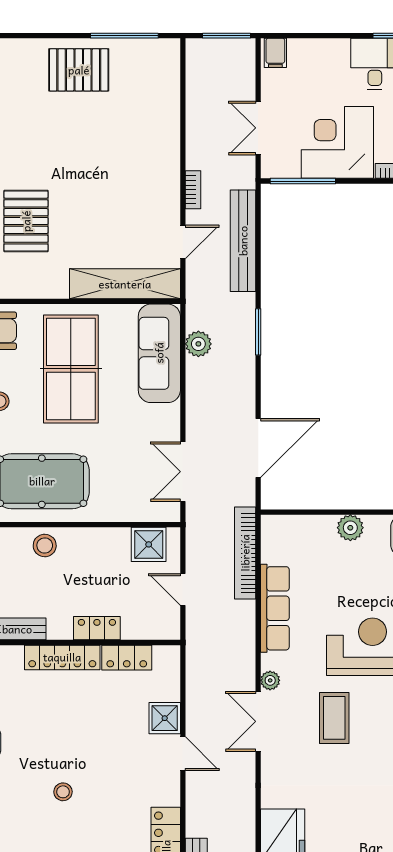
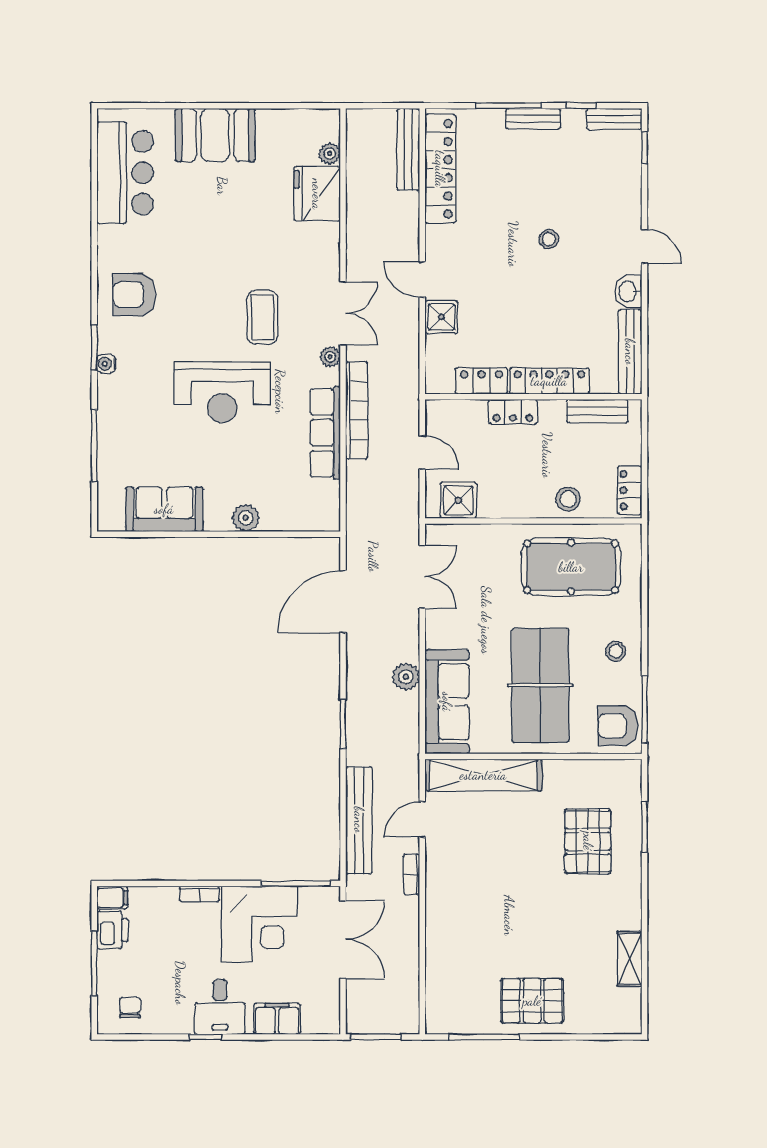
filing cabinet: (275, 53) -> (277, 1019), moved, width x2.00
double door: (258, 128) -> (343, 939), width x1.37
plant: (198, 344) -> (406, 677), moved
bookcase: (245, 553) -> (357, 410), moved

